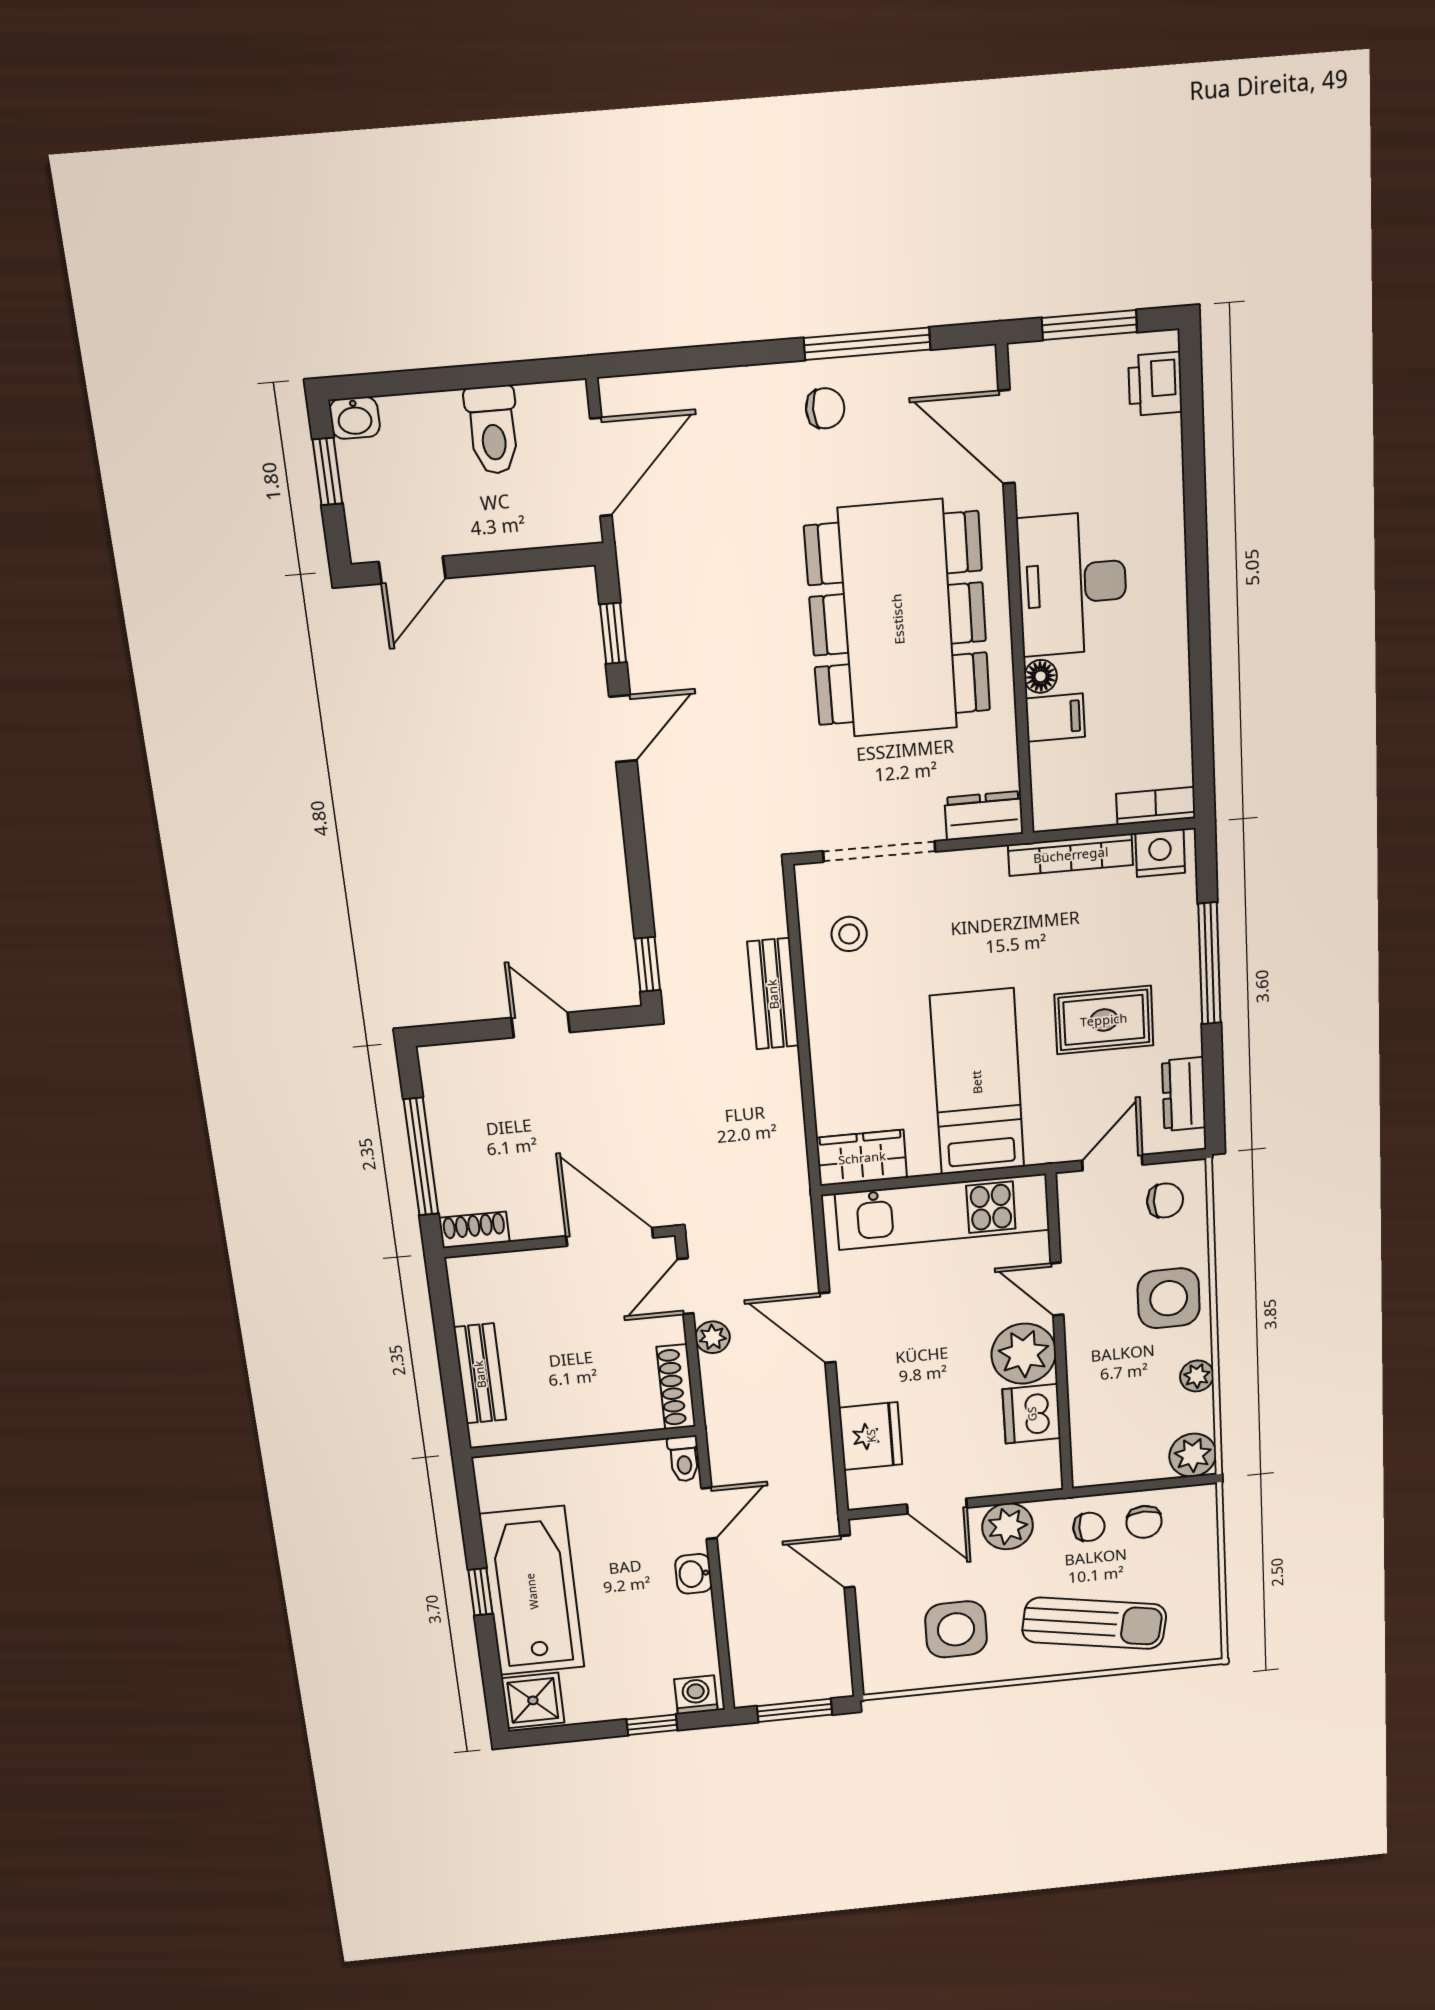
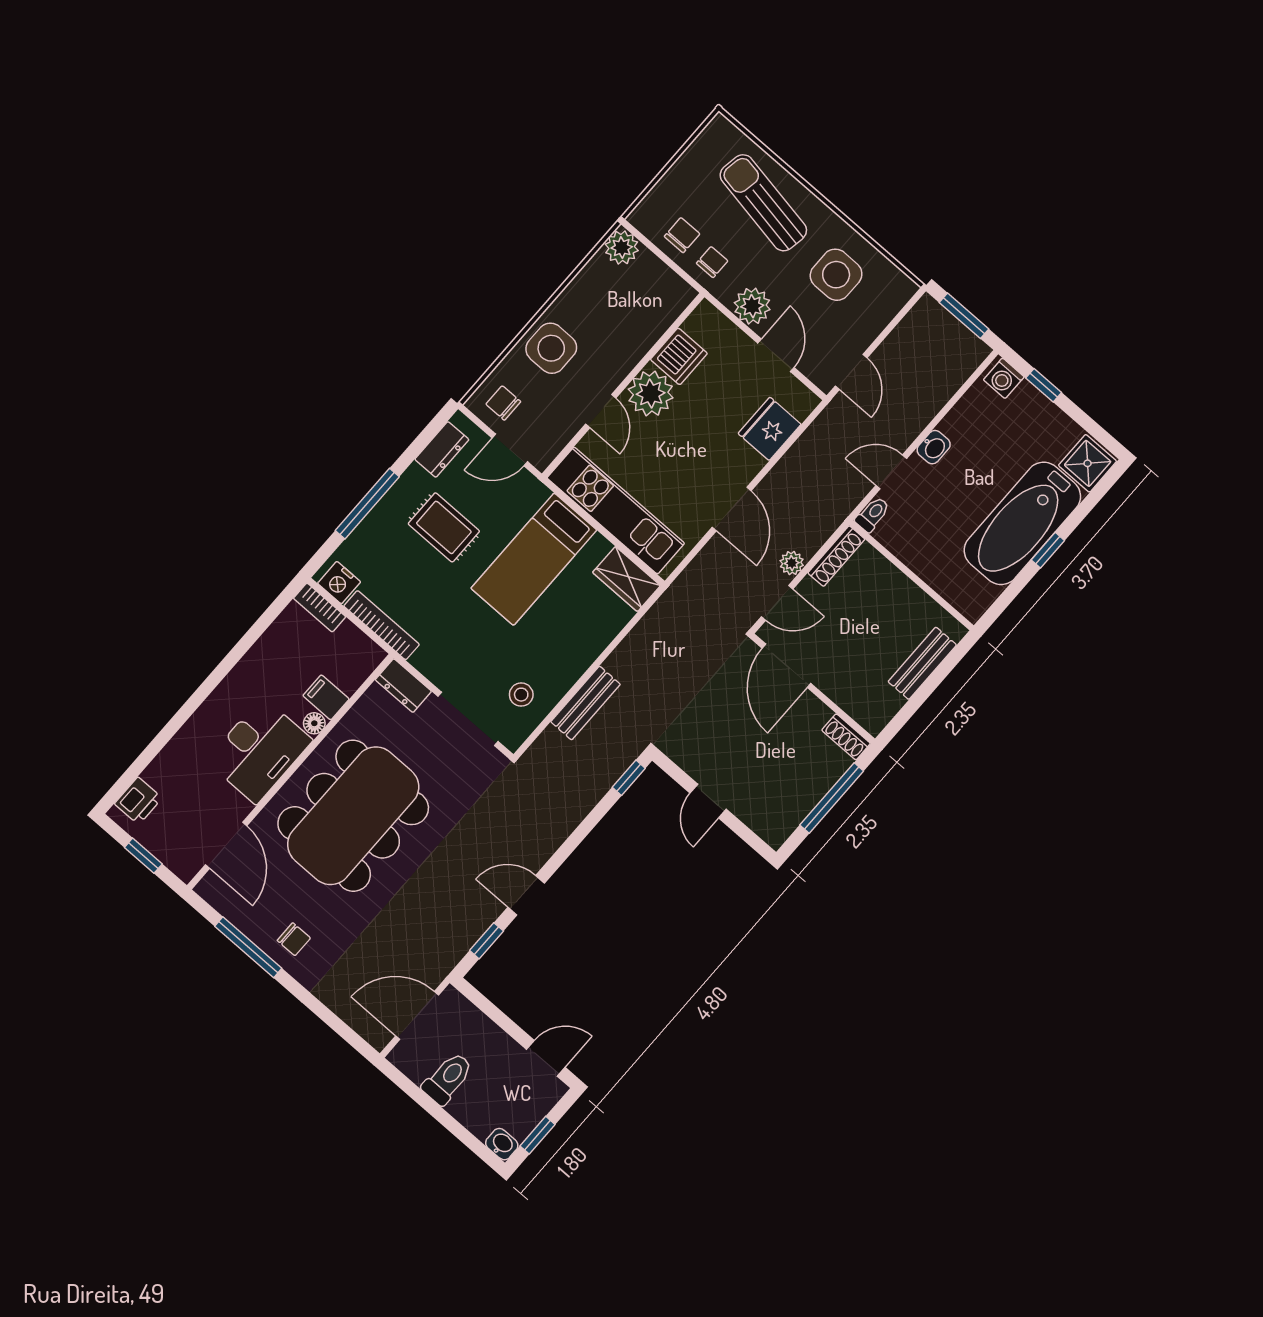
window: (1089, 325) -> (143, 856), width x0.67
chair: (825, 408) -> (294, 939), turned 180
plant: (1197, 1376) -> (578, 290), removed
chair: (1089, 1527) -> (712, 262), turned 90

